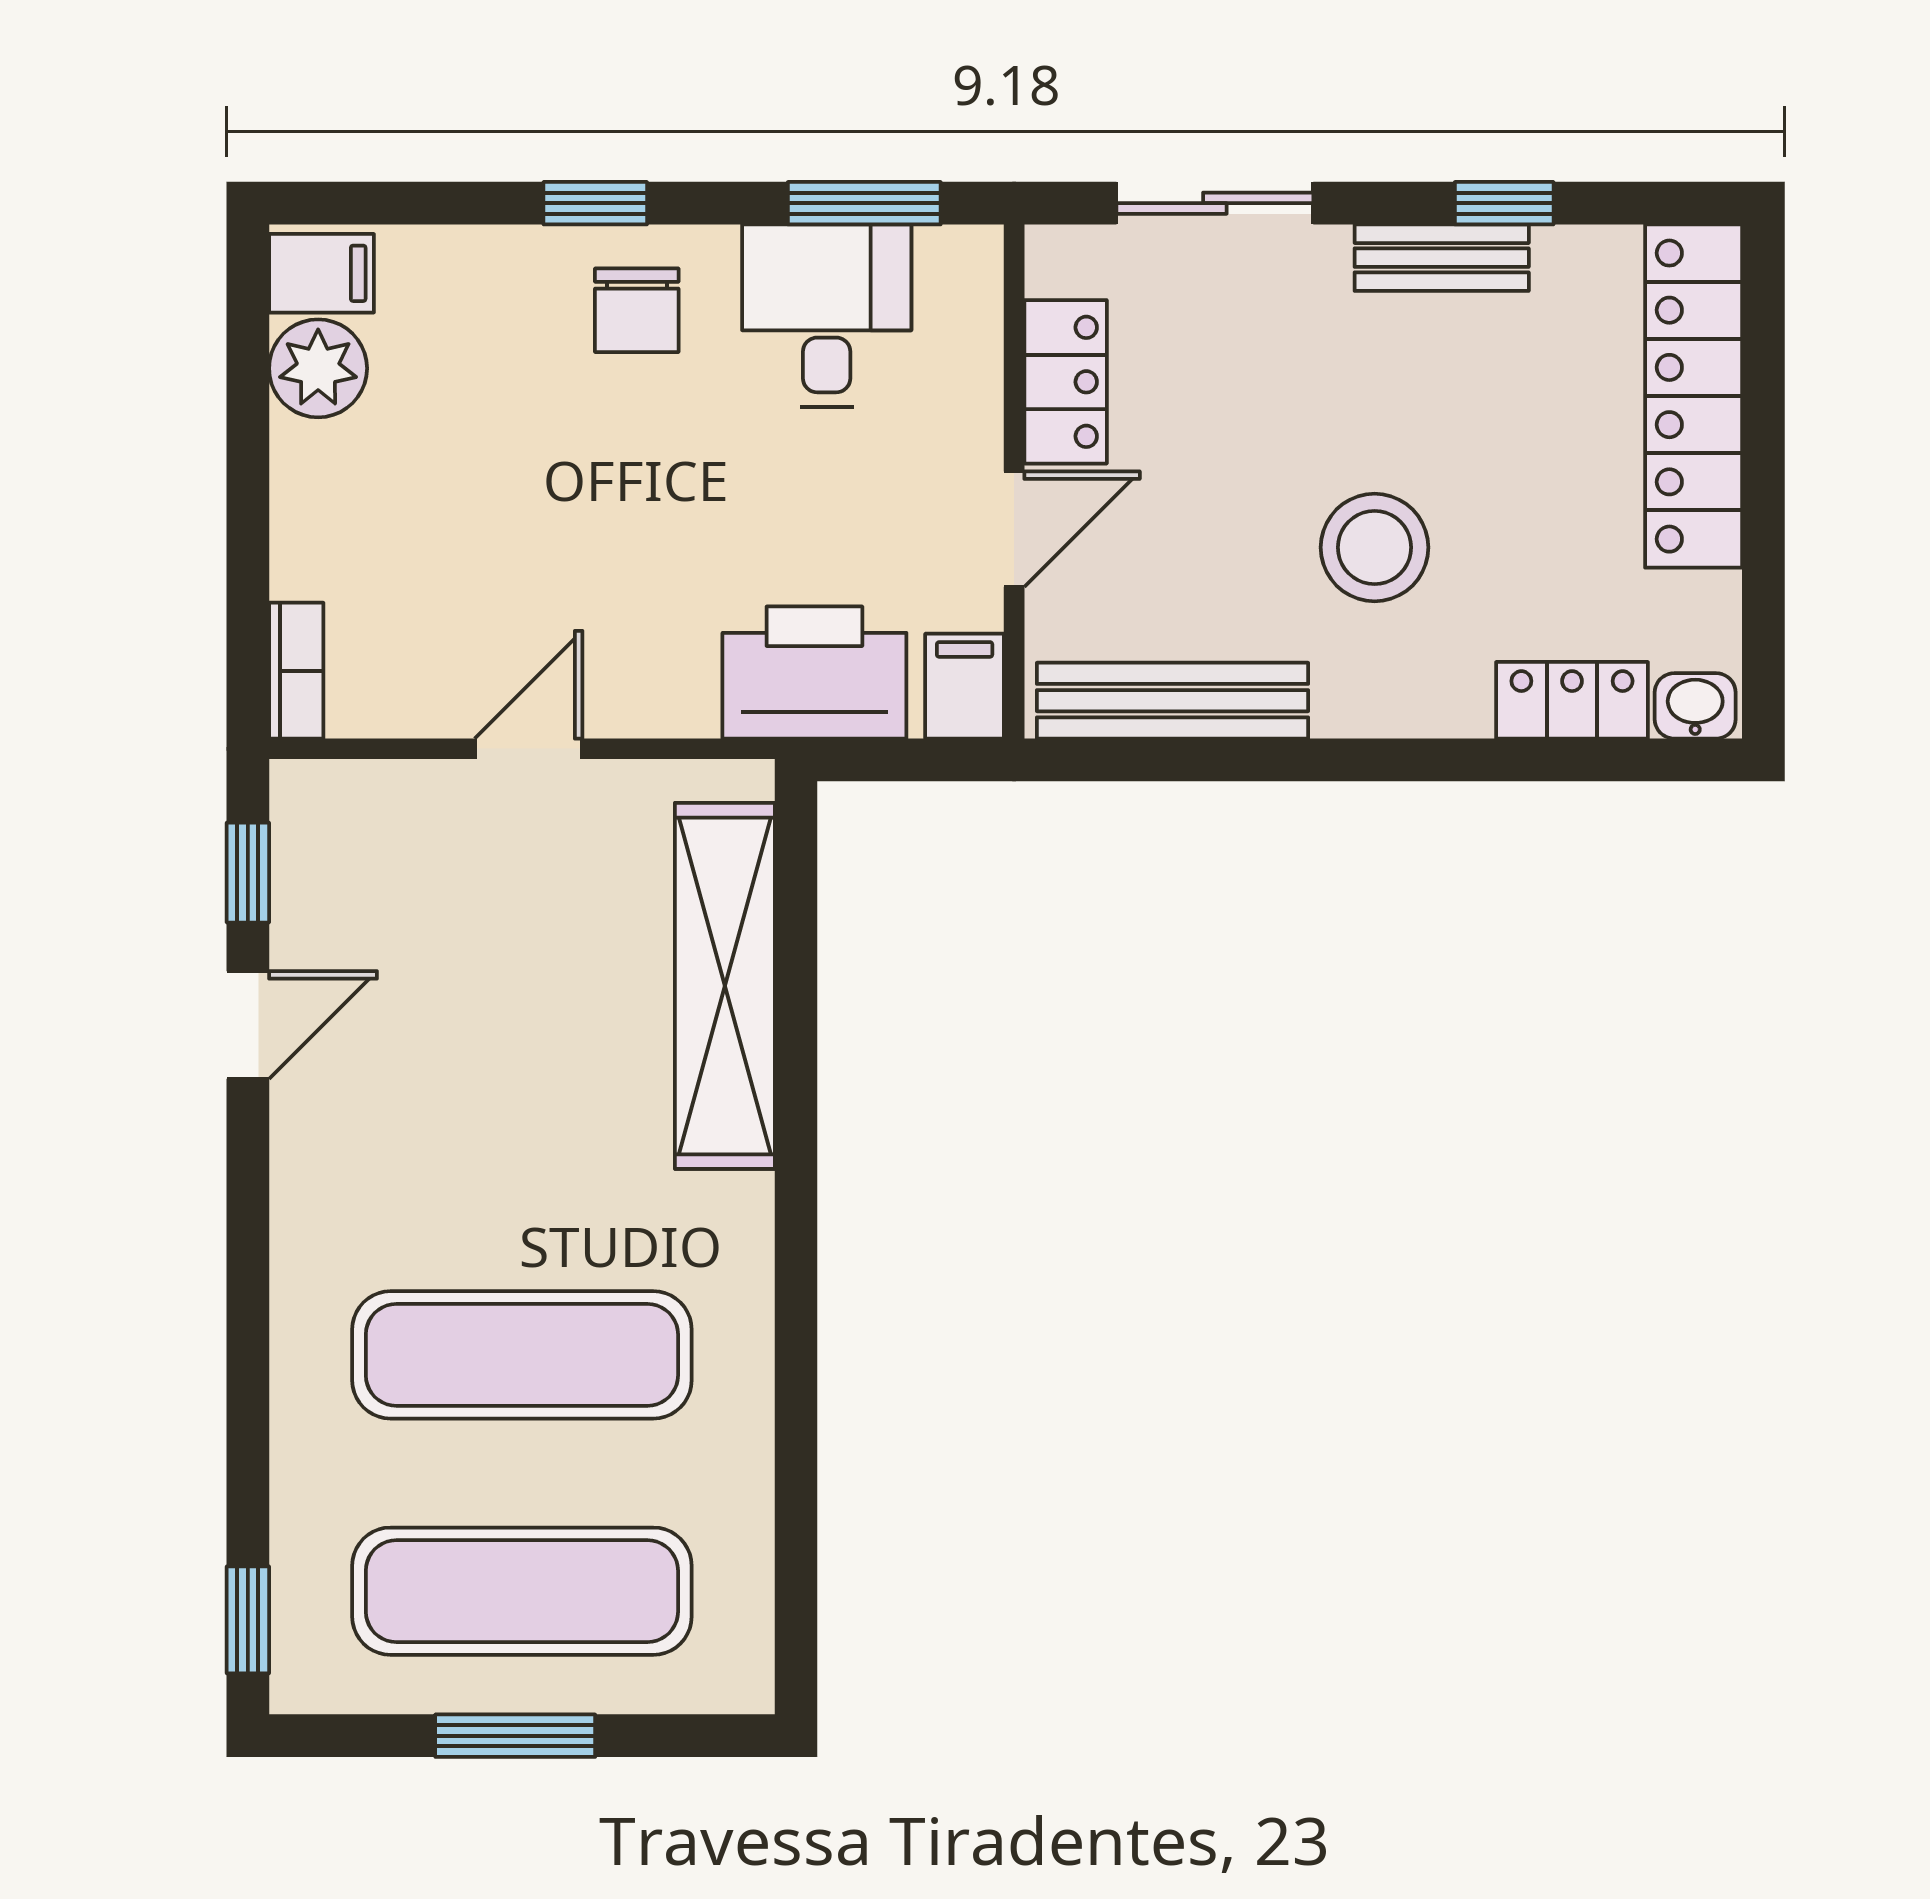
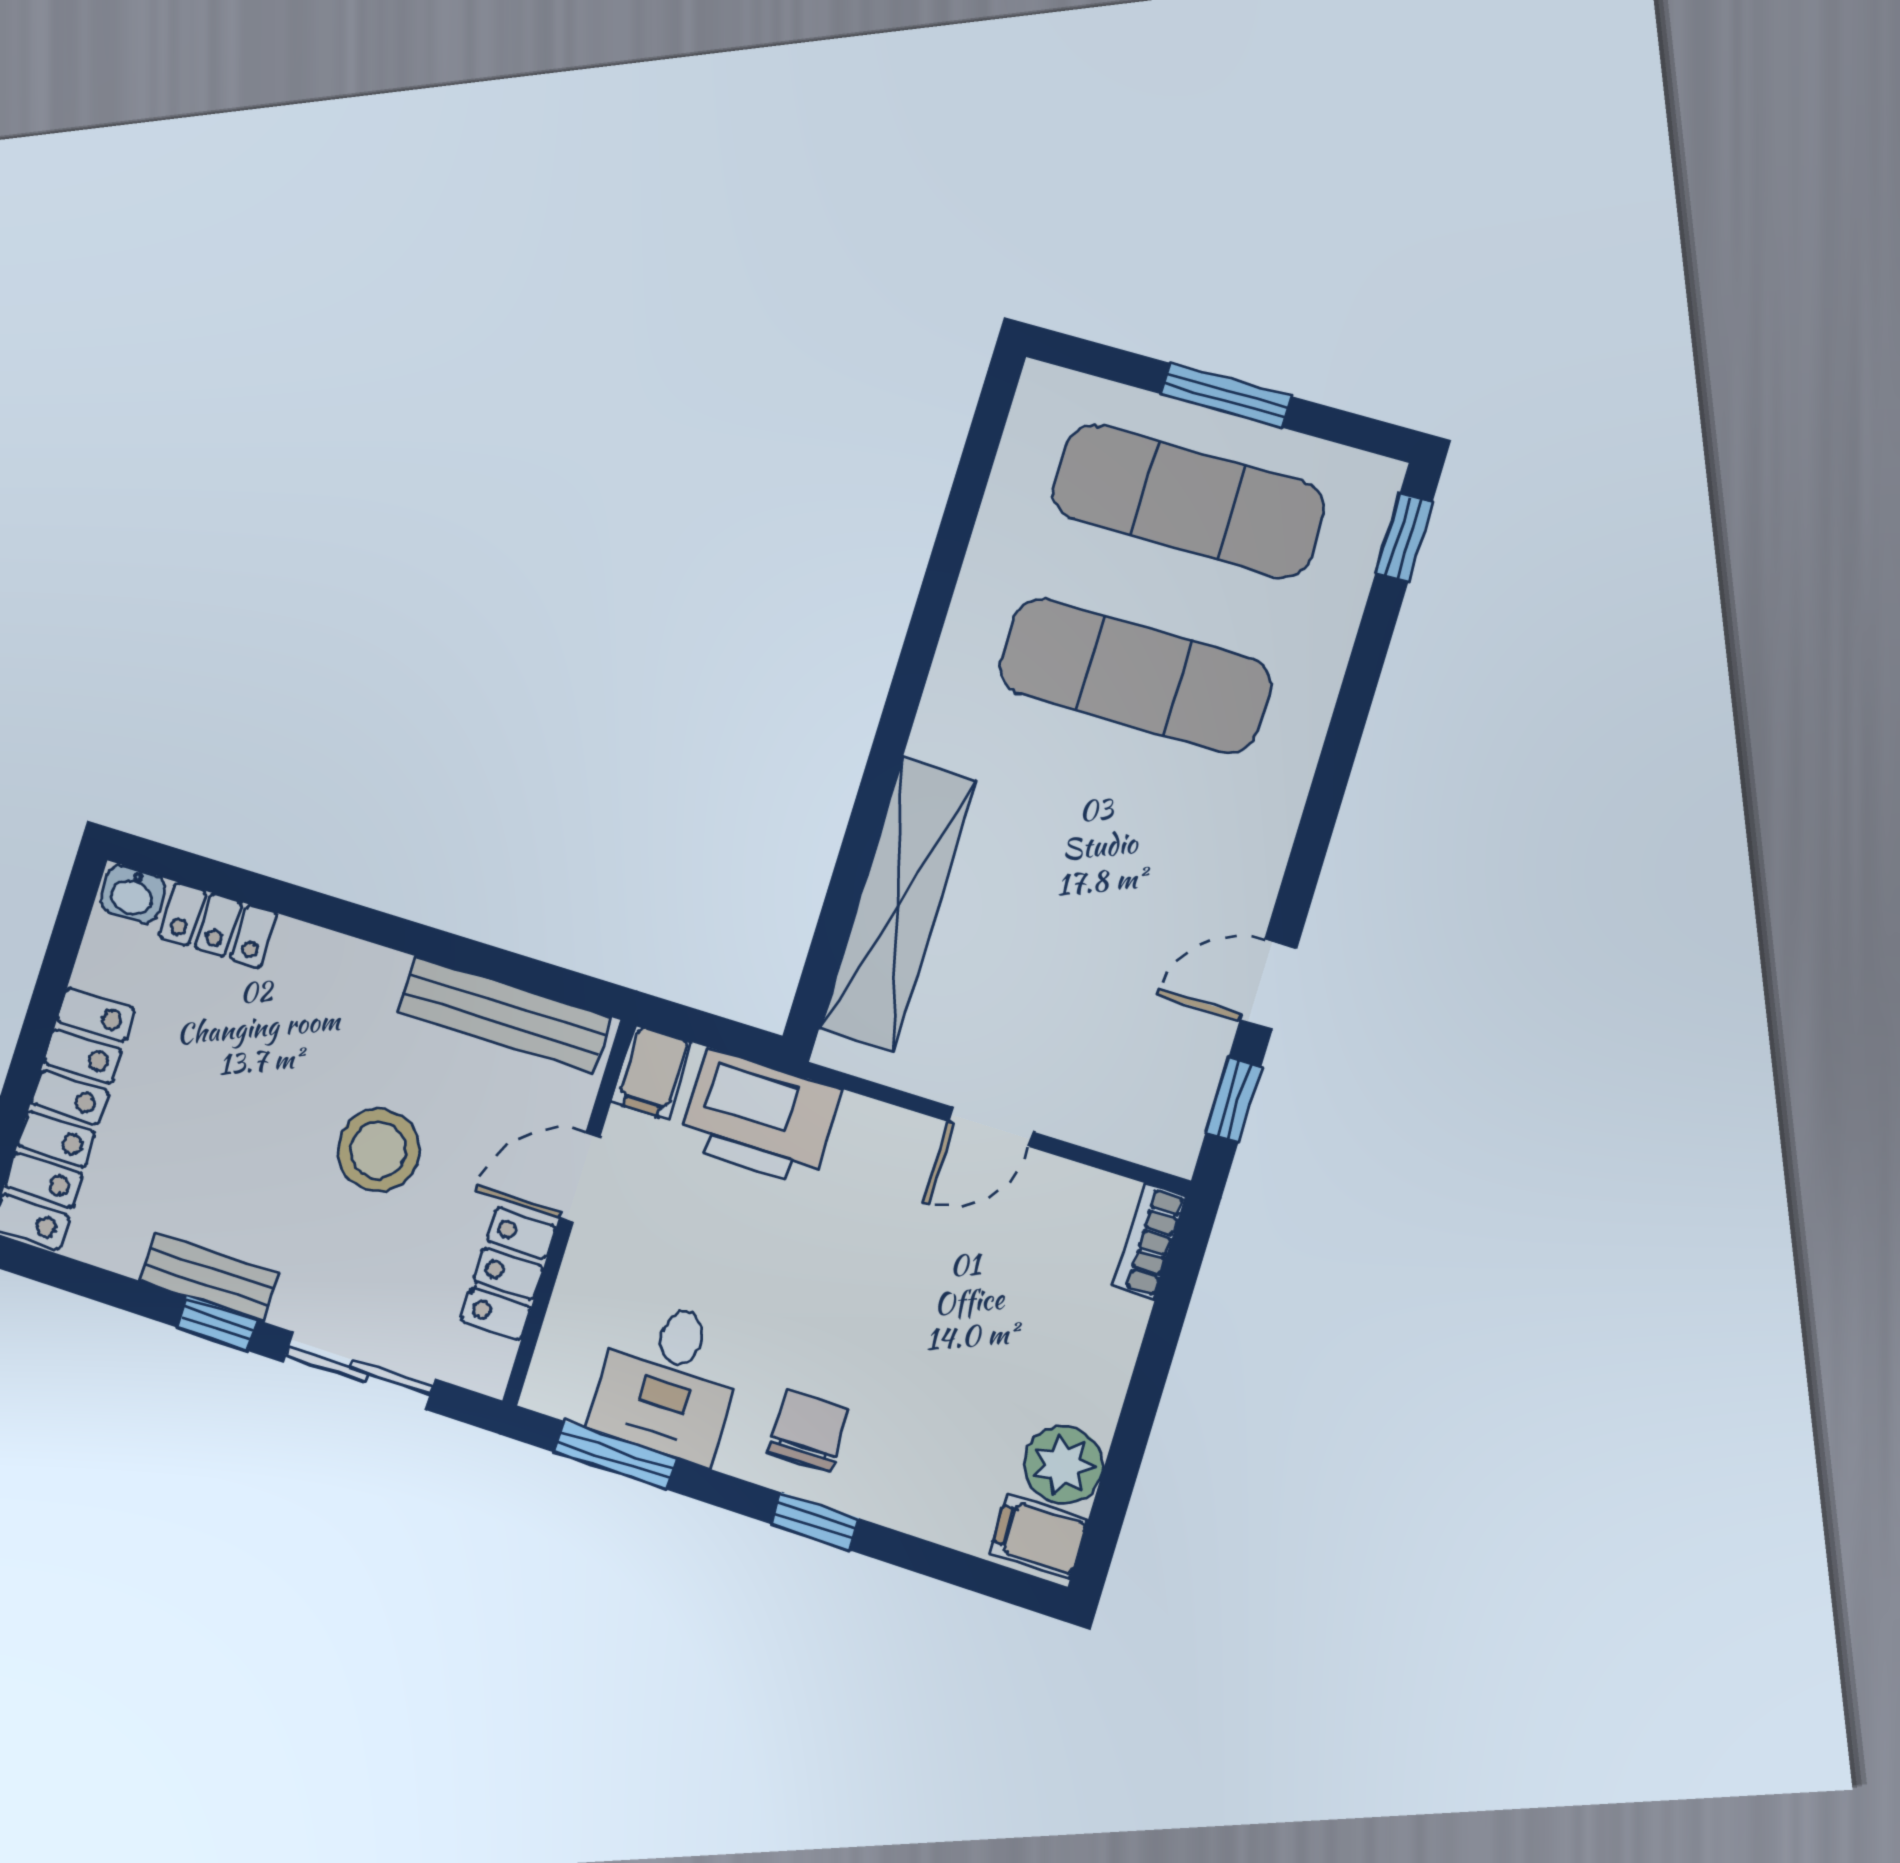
window: (1504, 203) -> (217, 1324), moved
stool: (1375, 547) -> (378, 1150), moved

